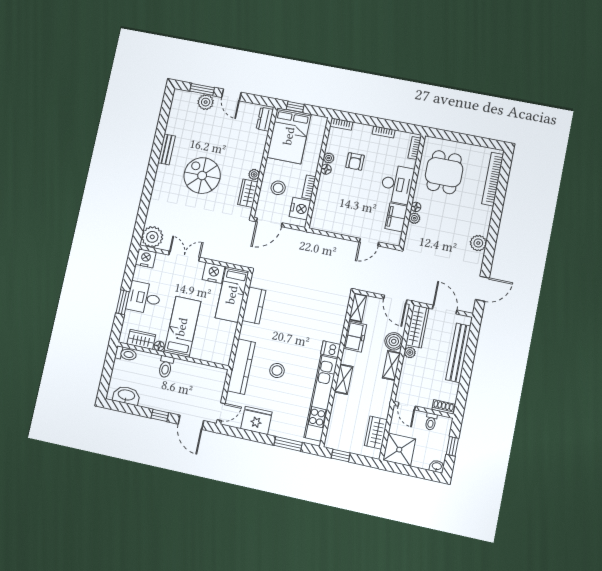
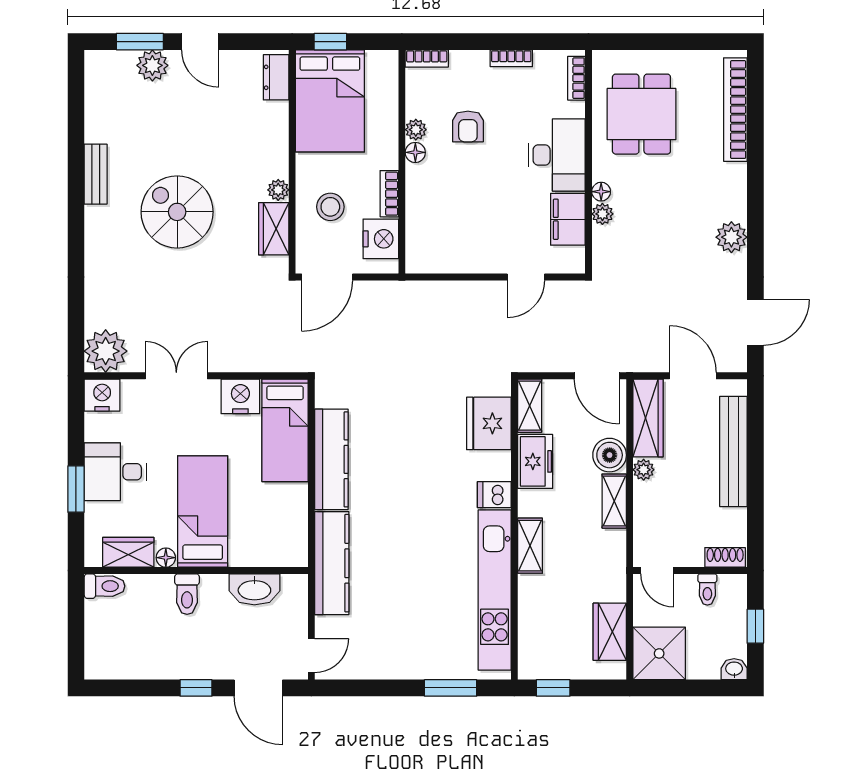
kitchen counter: (254, 306) -> (331, 459), width x1.50
stool: (277, 370) -> (401, 556), removed
washbasin: (126, 395) -> (254, 589), moved, turned 180
fridge: (256, 420) -> (489, 423), moved, turned -90

